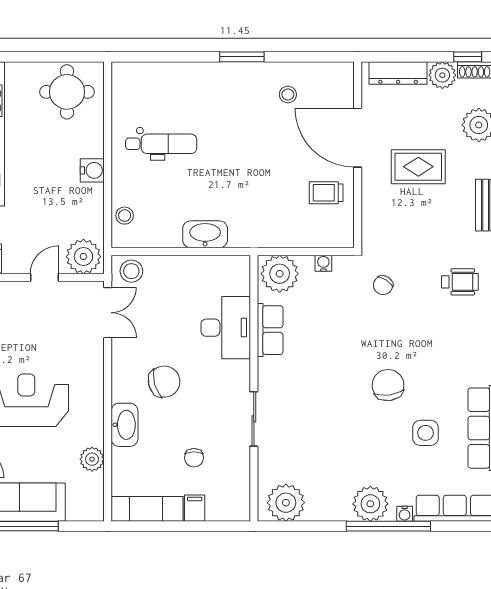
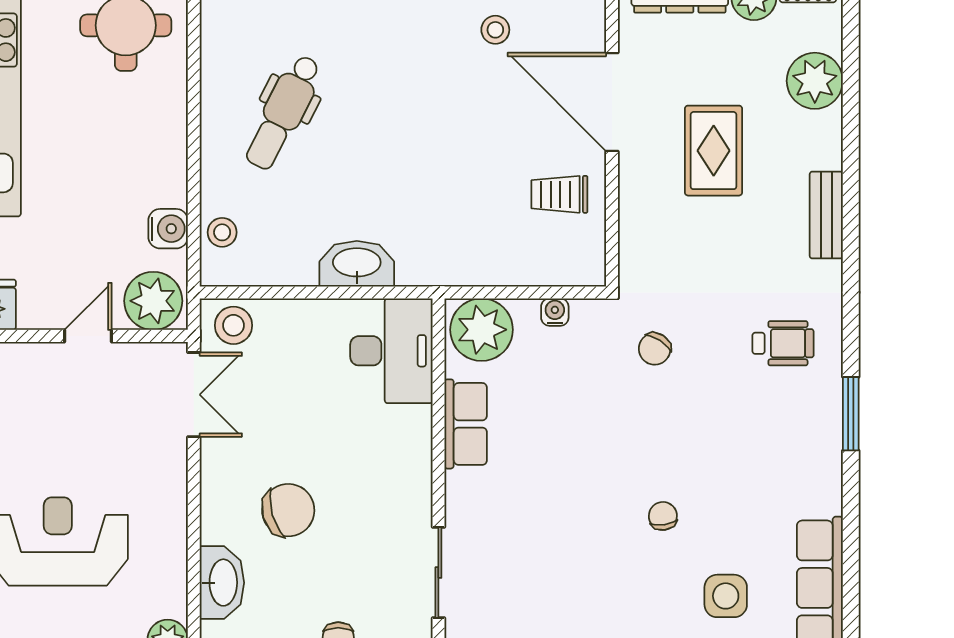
dental chair: (161, 144) -> (283, 112), turned 117
rug: (418, 167) -> (714, 151), turned 90
water cooler: (92, 170) -> (168, 229), moved
desk: (226, 328) -> (391, 351), moved
chair: (388, 385) -> (663, 516), width x0.54, depth x0.54

